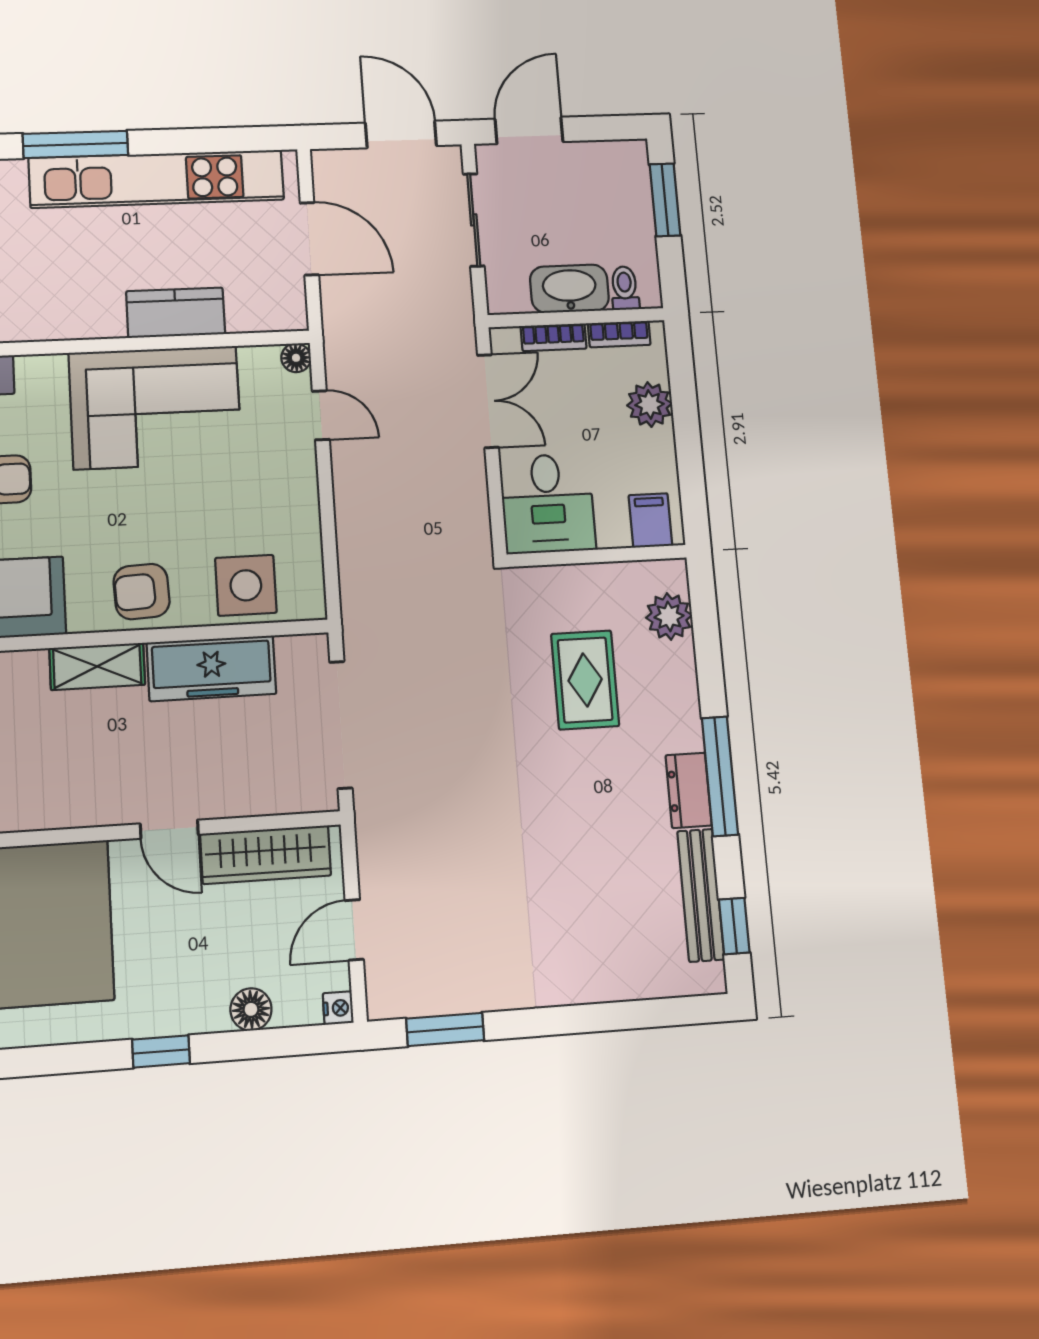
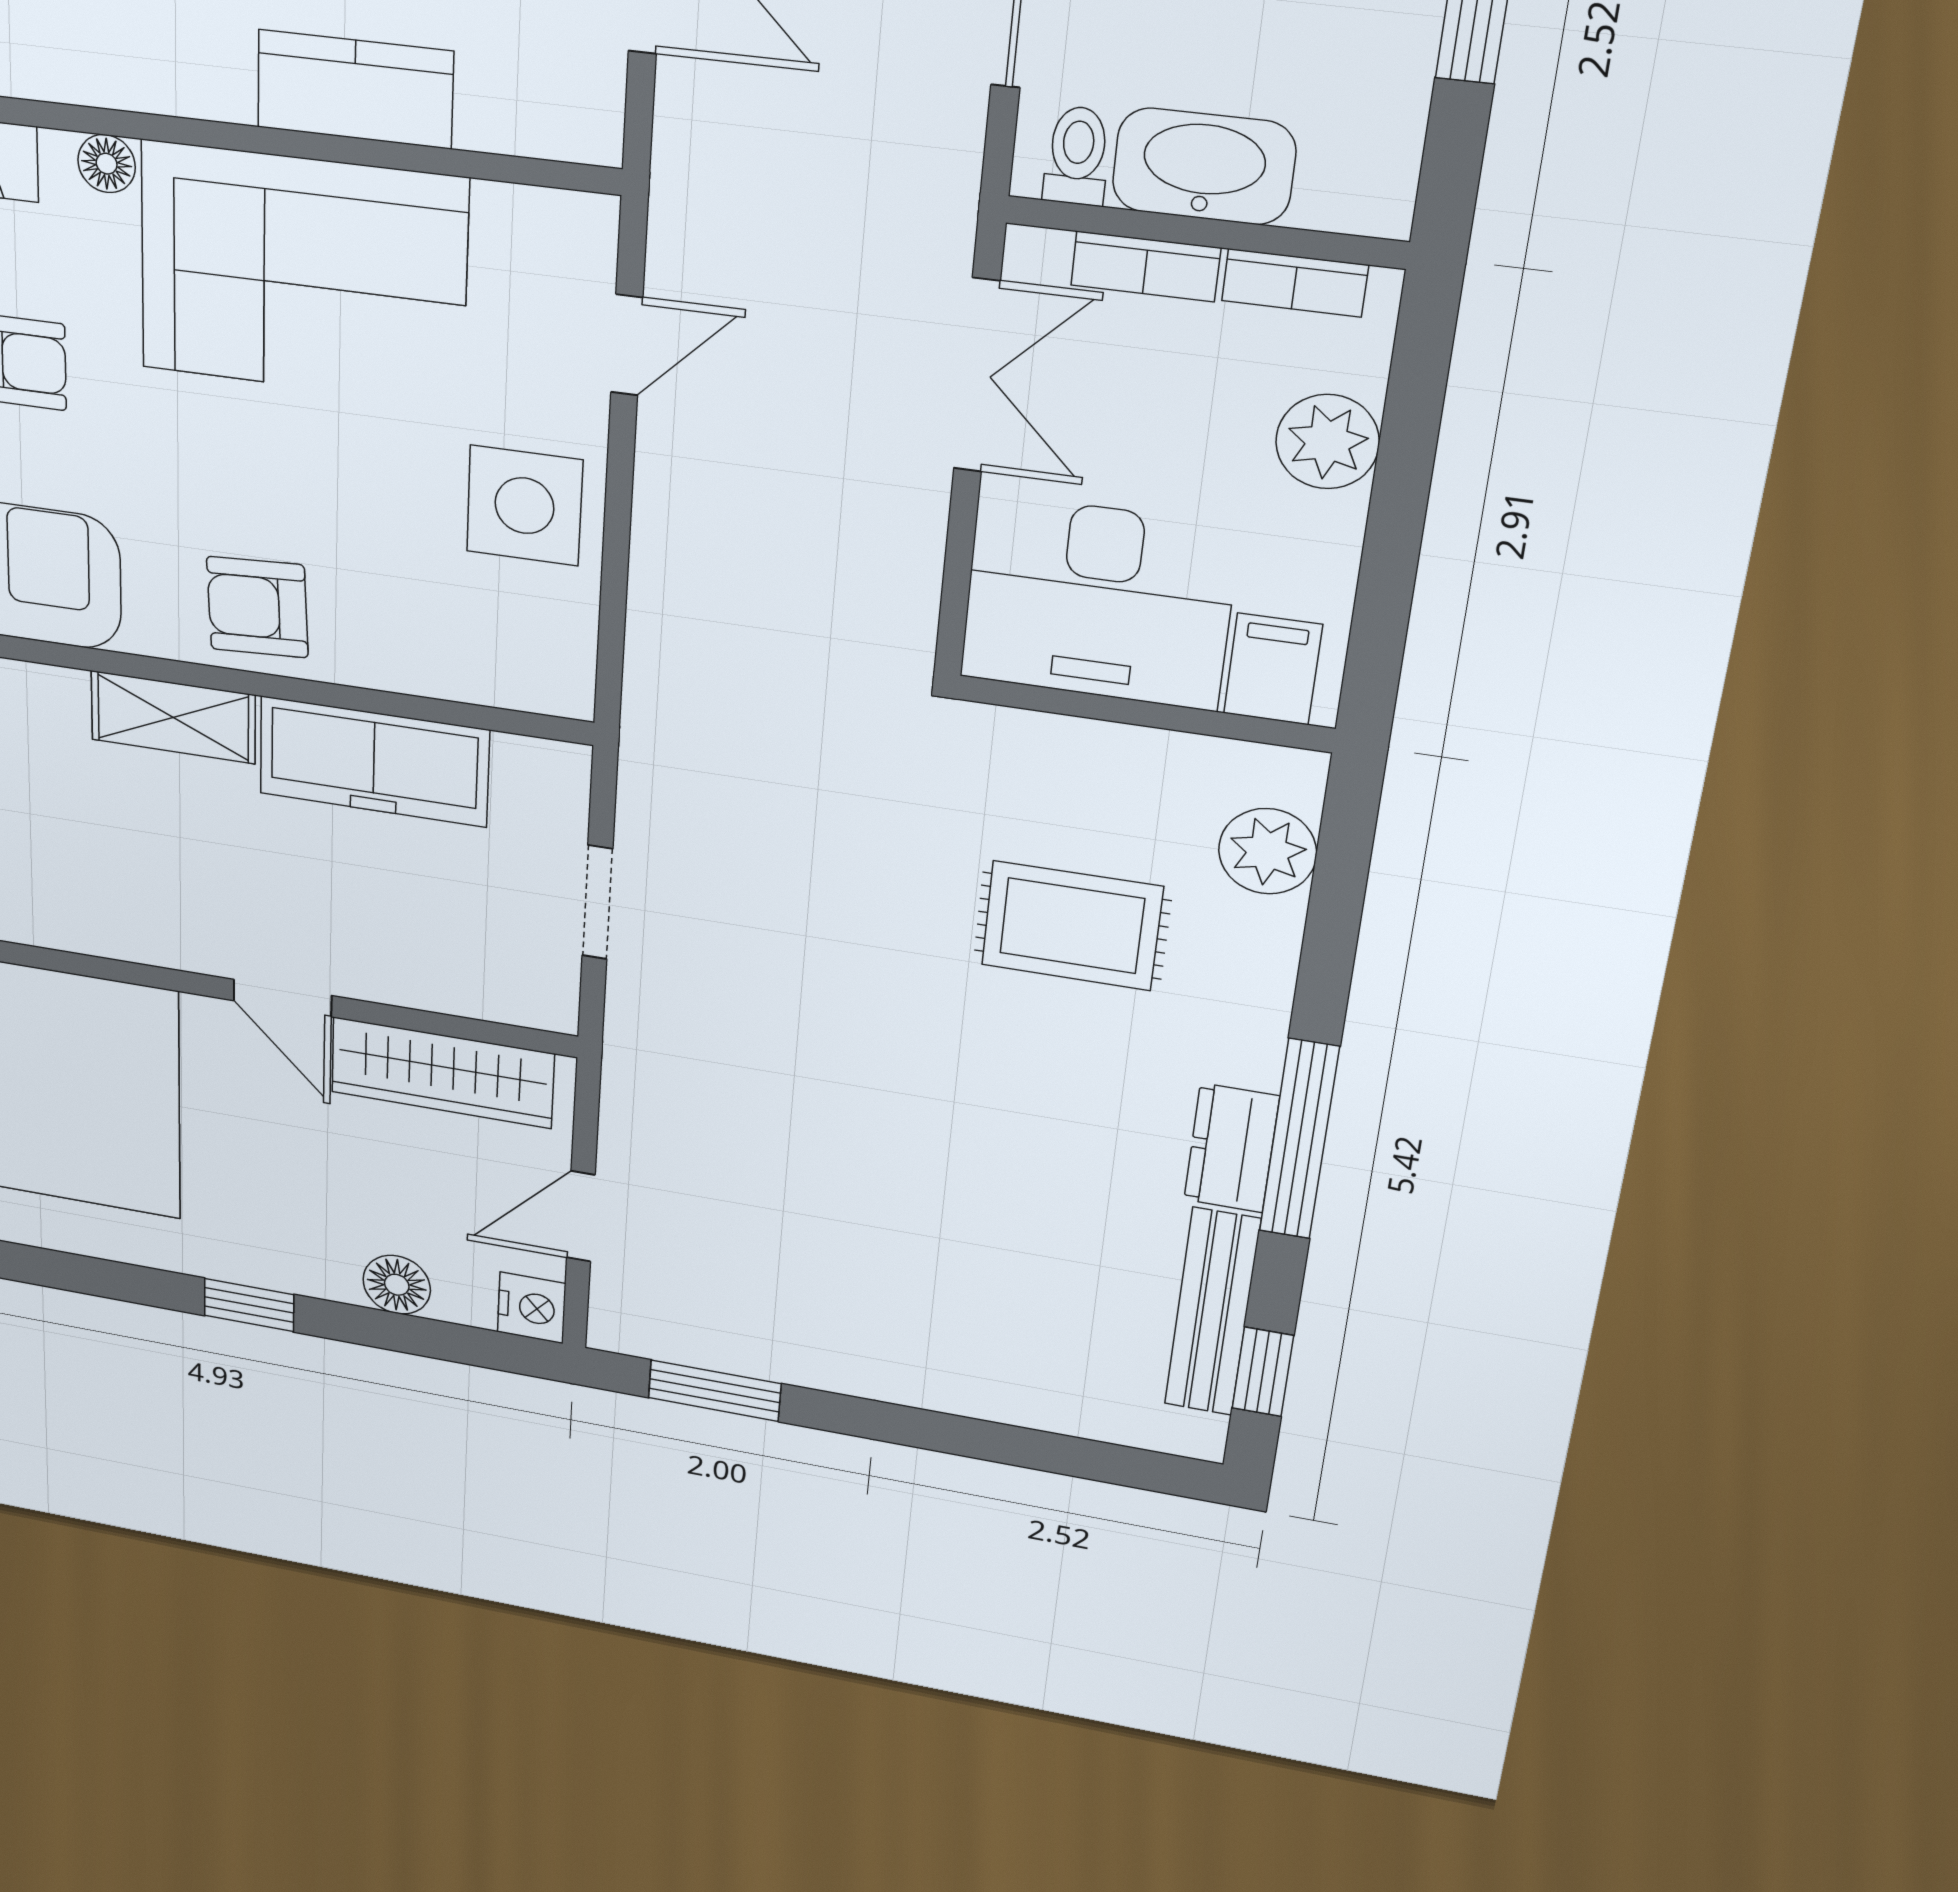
toilet: (625, 288) -> (1077, 156), moved
floor lamp: (296, 358) -> (107, 164), moved
door: (321, 415) -> (627, 345), hinge flipped
desk: (548, 503) -> (1098, 602), width x1.37
side table: (246, 585) -> (524, 506), moved
rug: (585, 680) -> (1072, 926), turned 90
doorway: (341, 725) -> (597, 902), width x0.53
nightstand: (338, 1008) -> (532, 1308), width x1.39, depth x1.35

